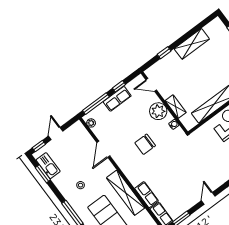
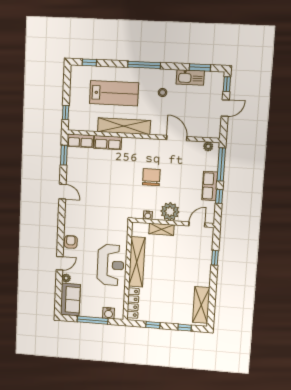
shelving: (192, 44) -> (201, 305), moved
door: (56, 134) -> (225, 108), hinge flipped
kitchen sink: (48, 166) -> (190, 77), moved

